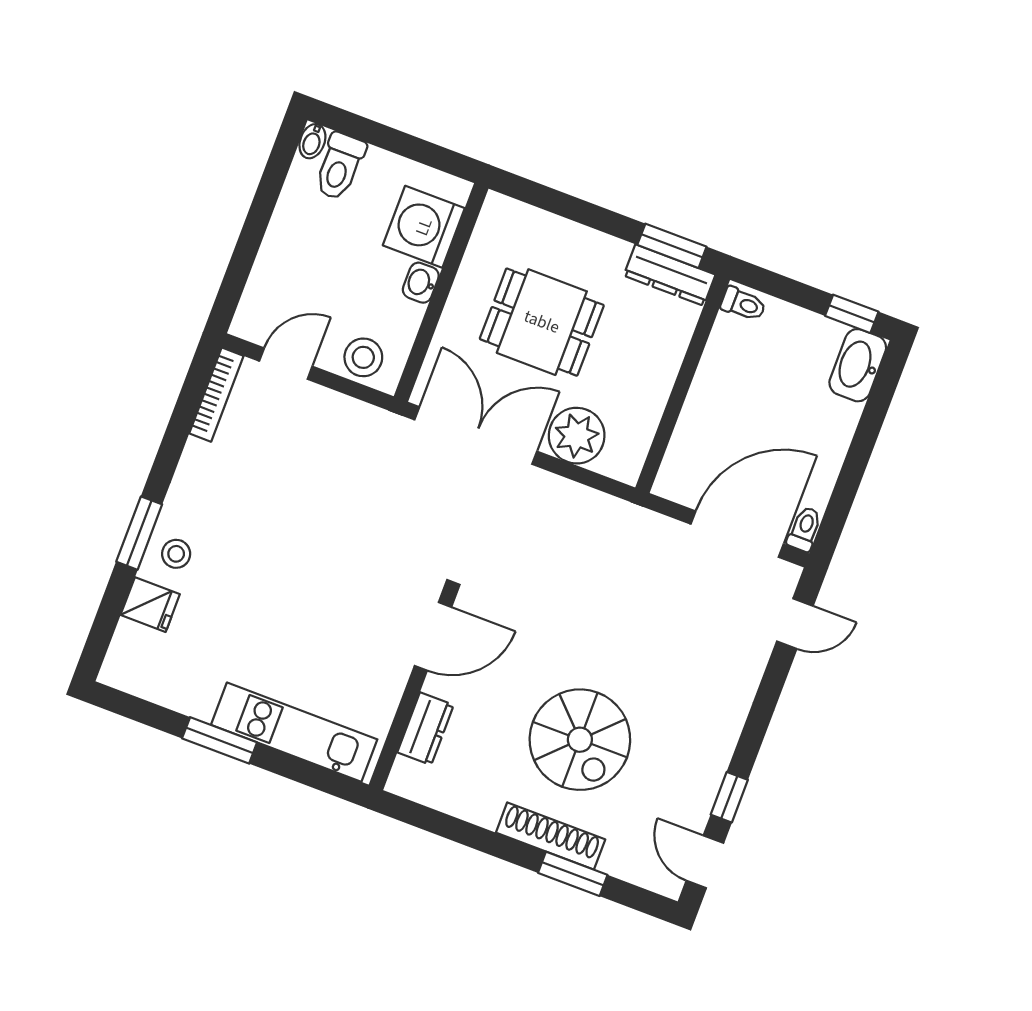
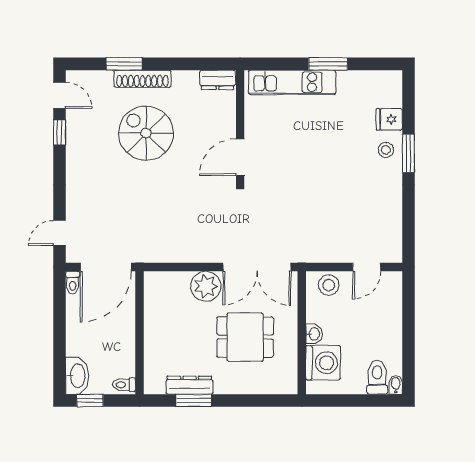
toilet: (743, 304) -> (124, 385), moved
wall: (683, 384) -> (140, 333), moved
bookcase: (216, 395) -> (396, 238), removed
dresser: (426, 729) -> (218, 80), moved, turned -90

